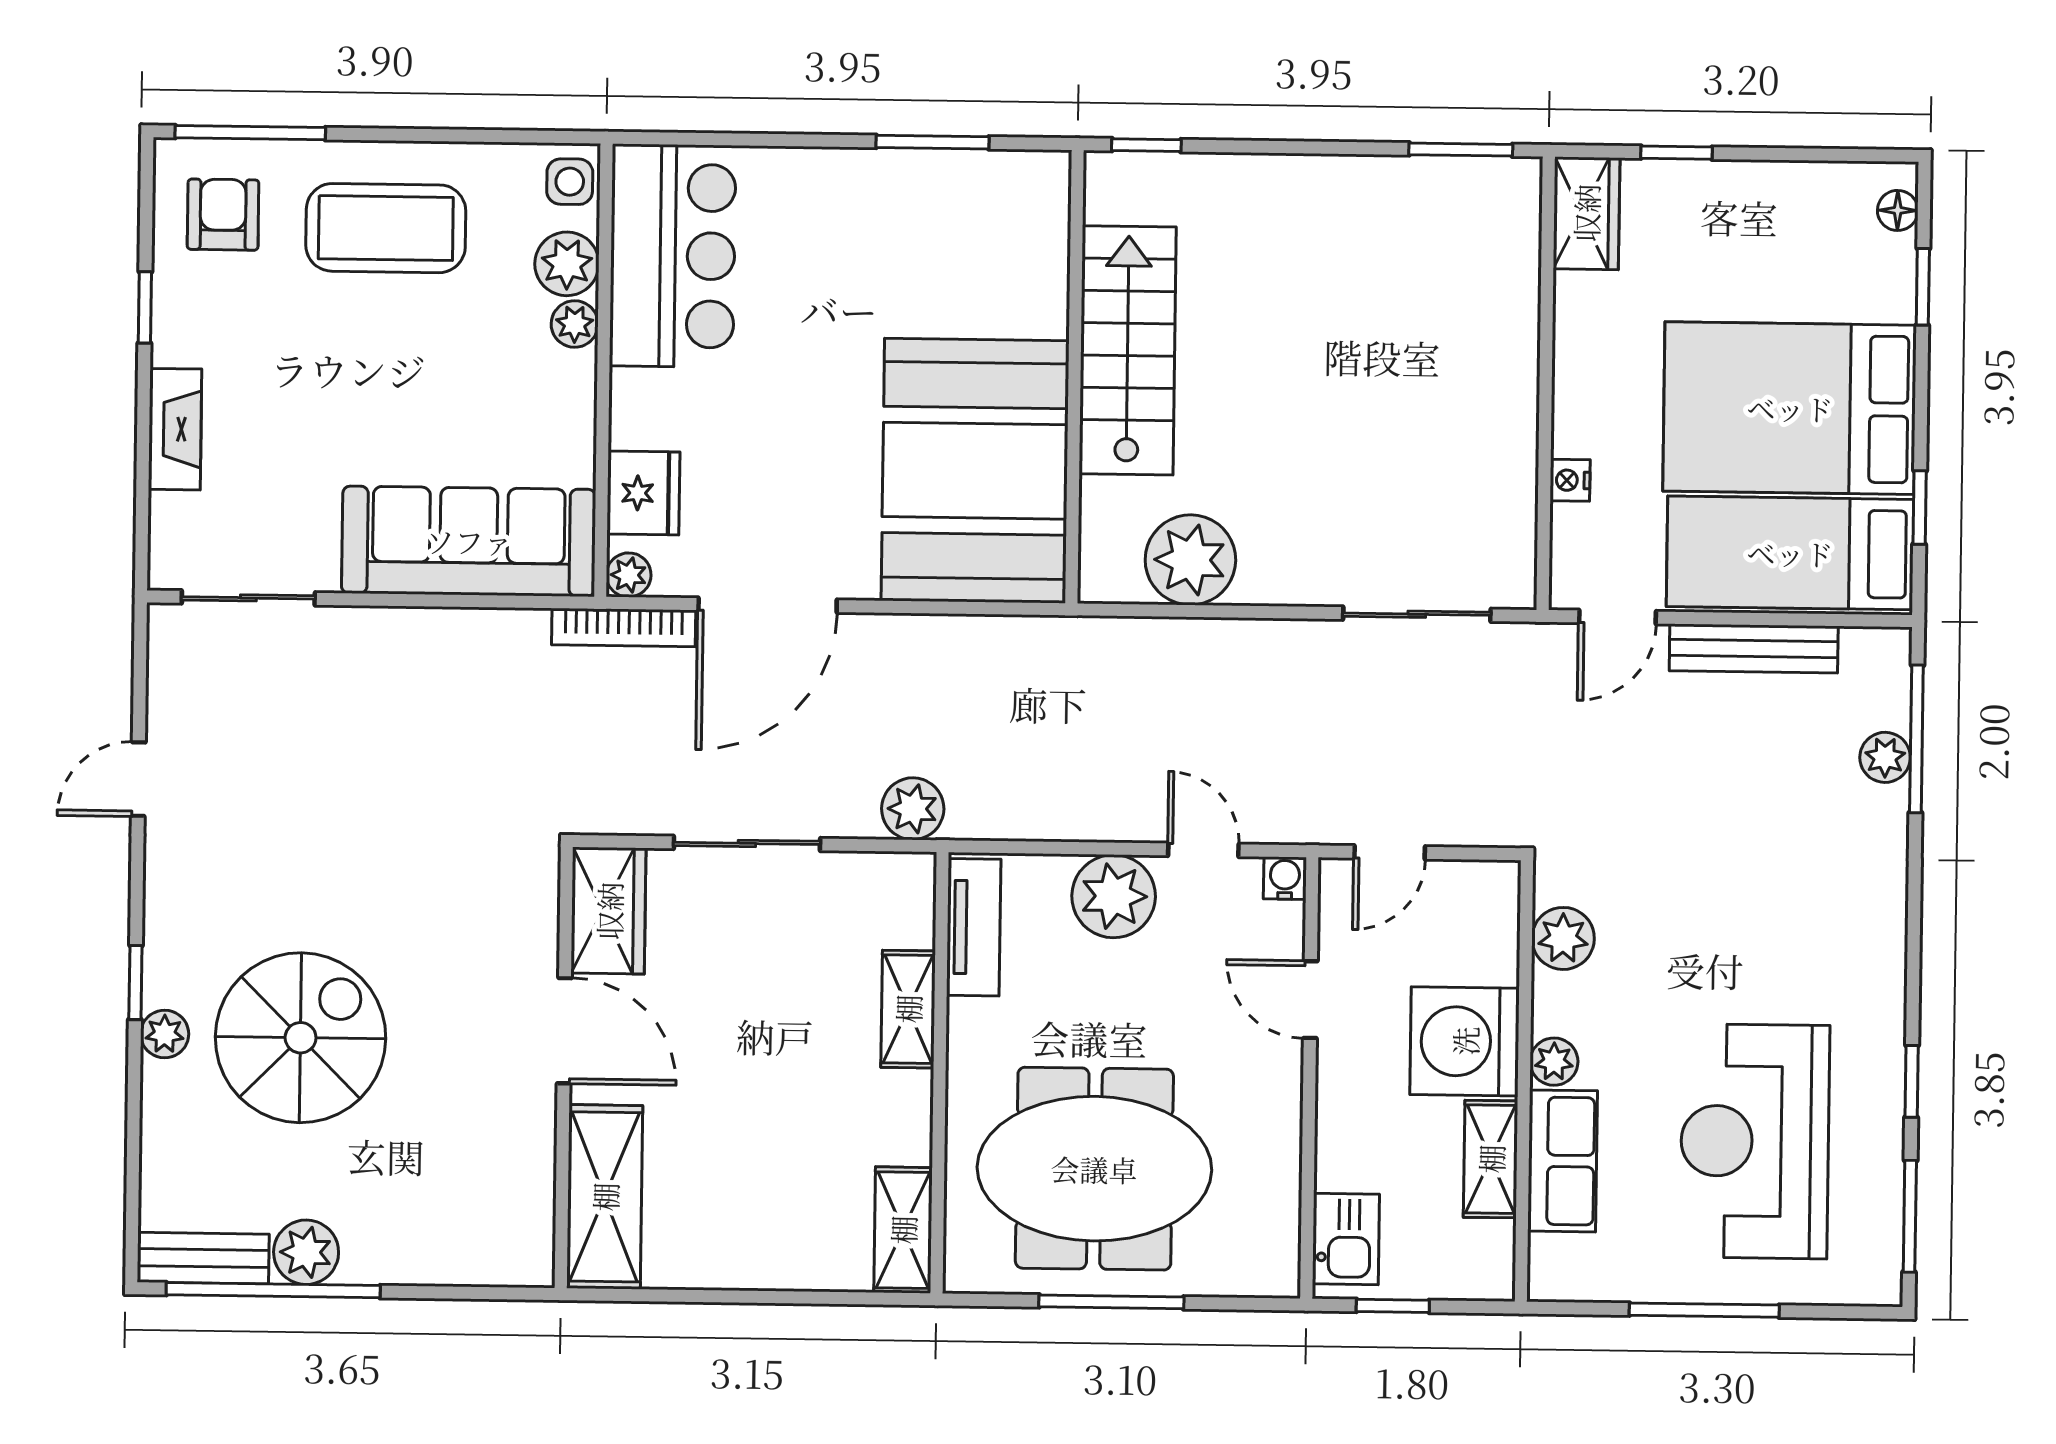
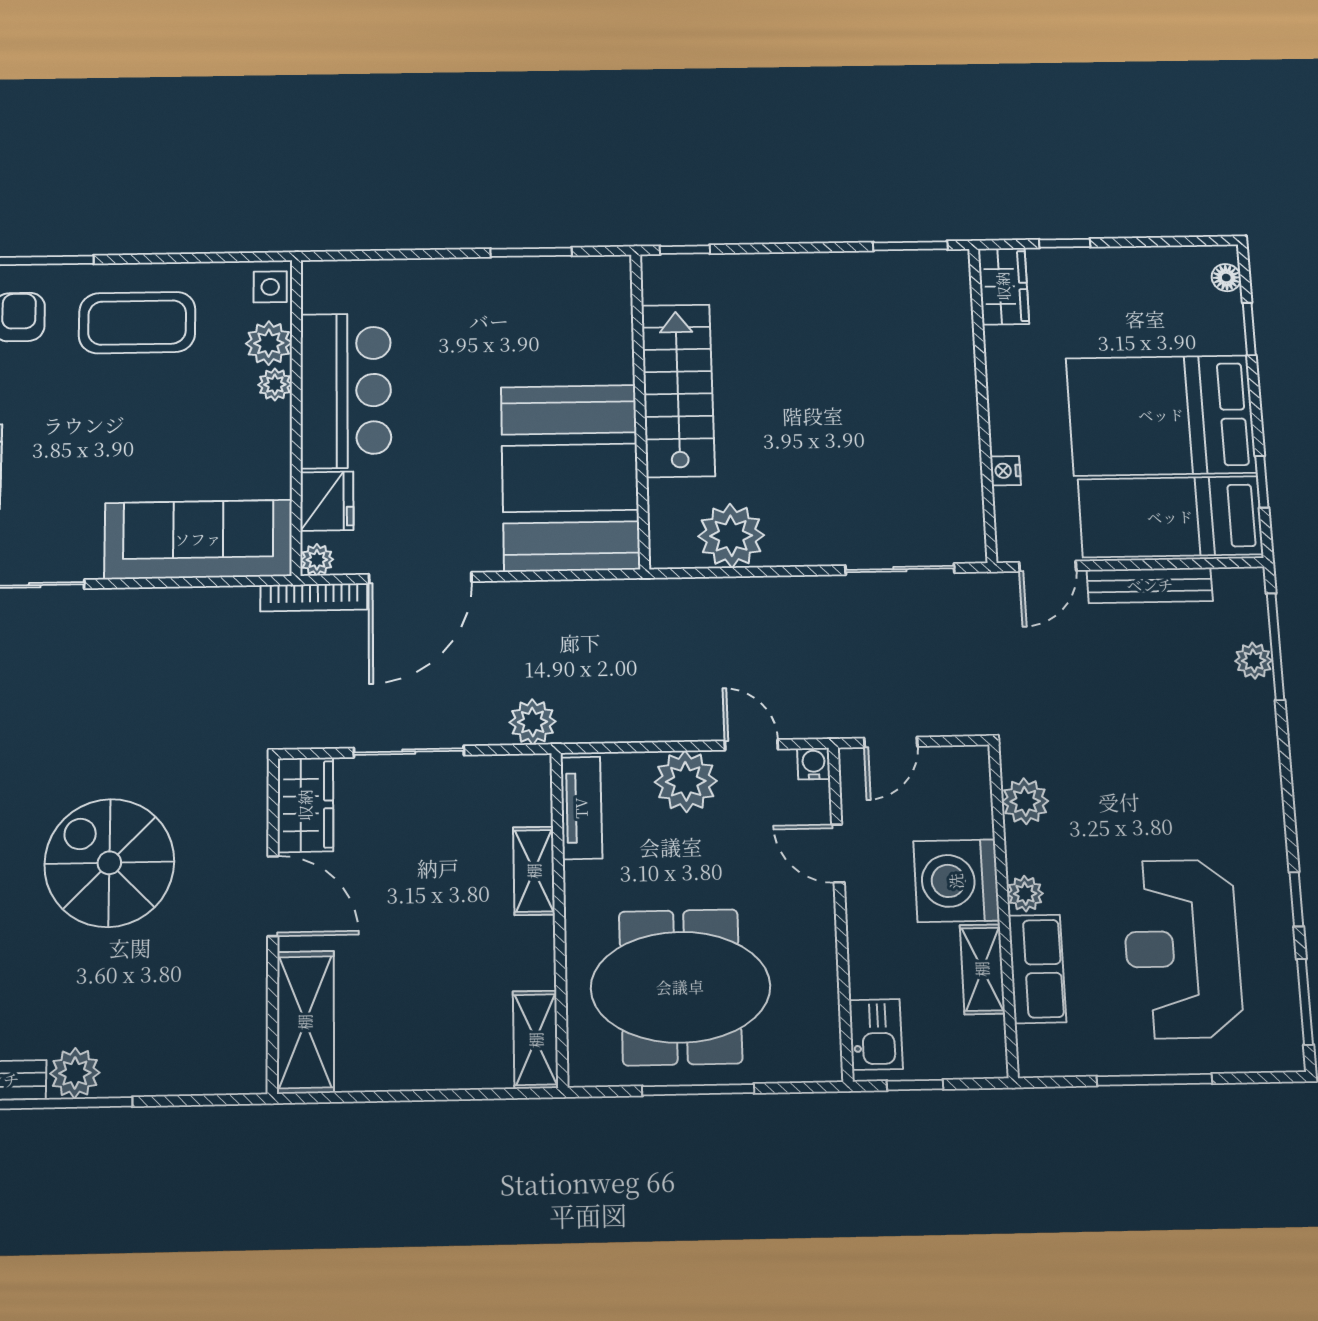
bar counter: (673, 256) -> (346, 391), moved
spiral stairs: (301, 1038) -> (109, 863), moved, turned -90

